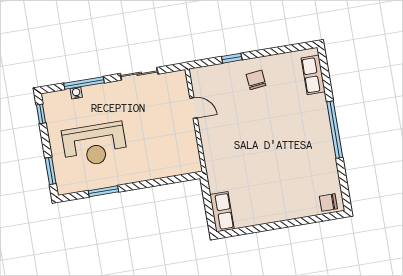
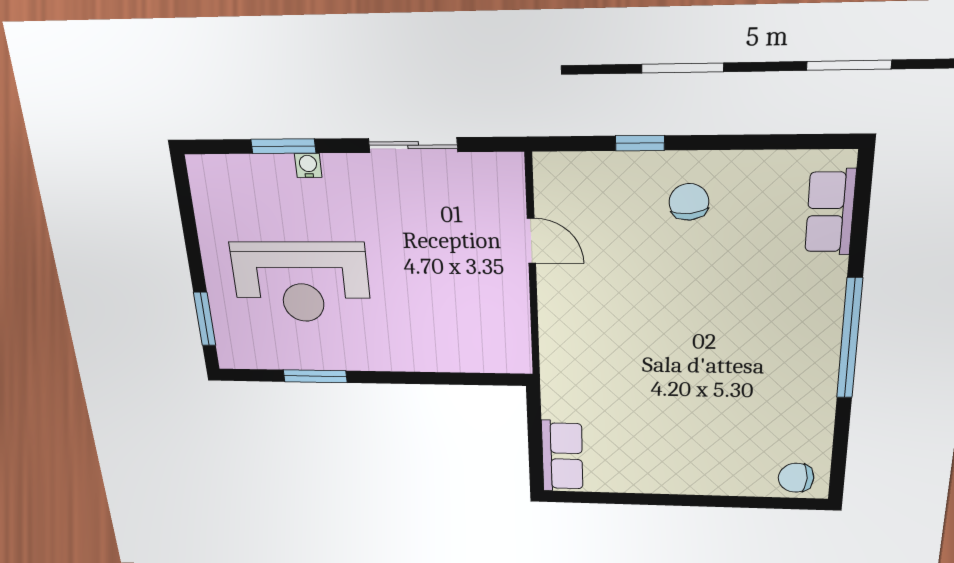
window: (84, 83) -> (283, 146), width x0.69
water cooler: (76, 93) -> (308, 165), moved
window: (41, 114) -> (185, 199), removed

